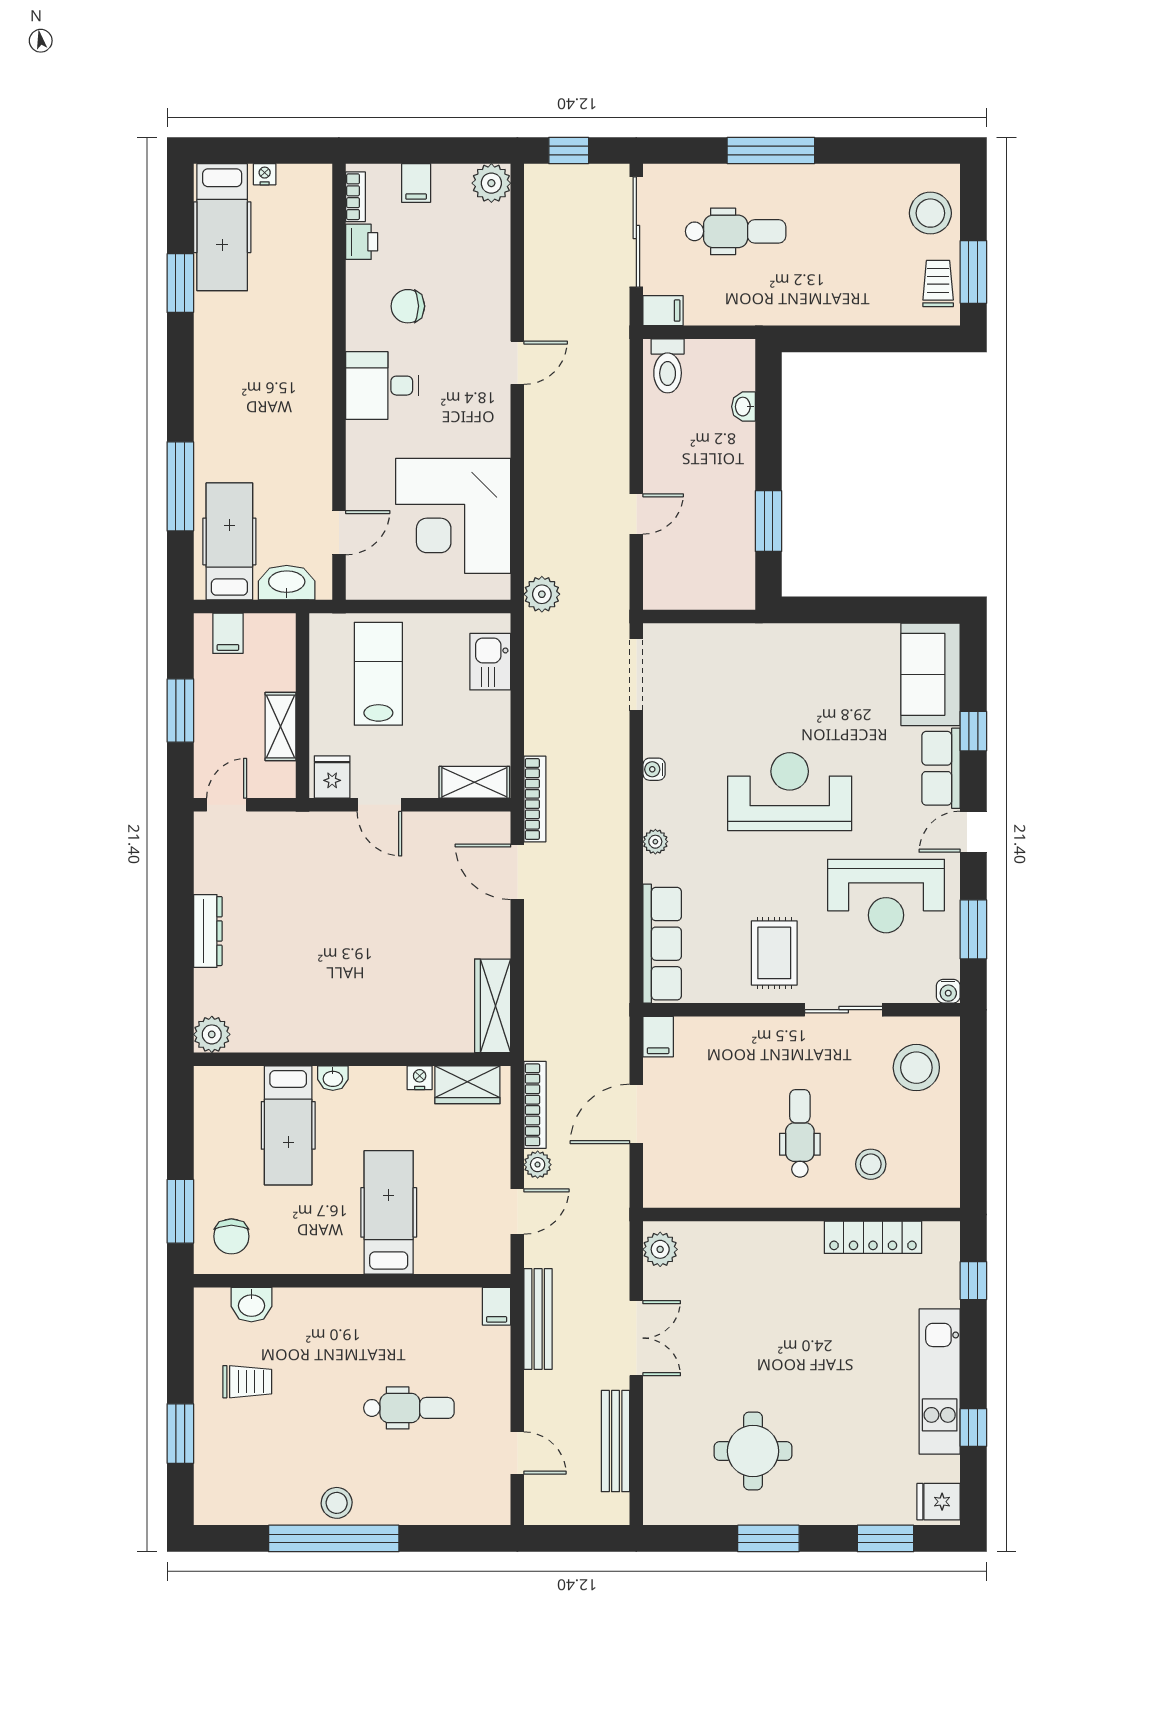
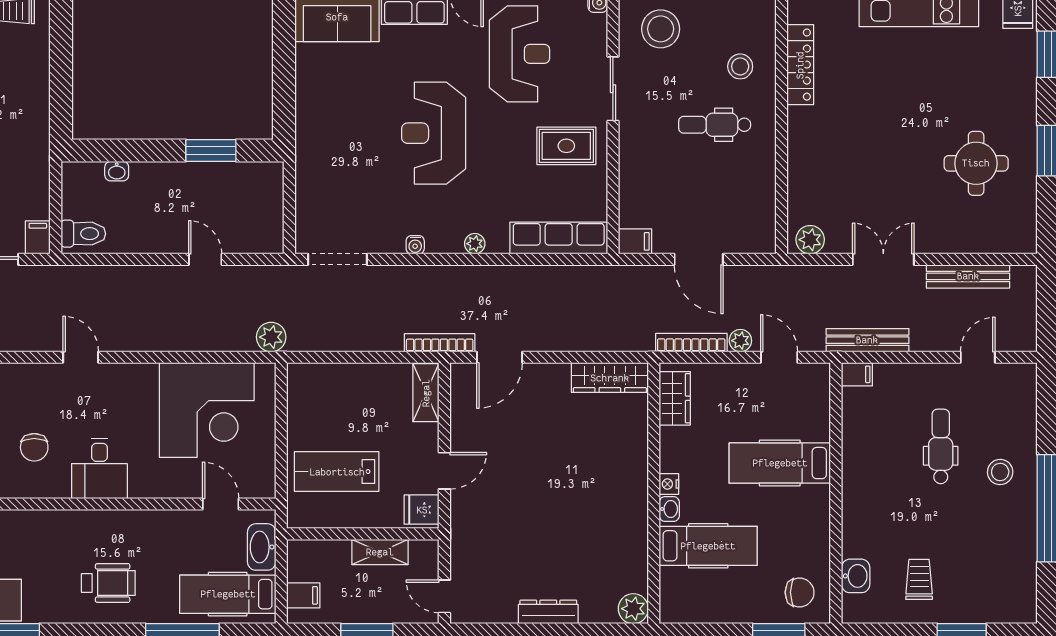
wheelchair: (243, 396) -> (108, 583), added
kitchen sink: (490, 662) -> (327, 379), removed
nightstand: (420, 1078) -> (669, 484), moved
stool: (337, 1503) -> (1000, 472), moved

